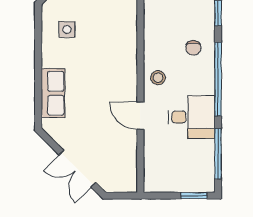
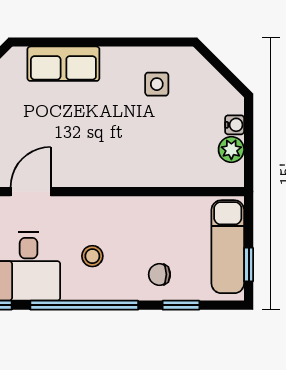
chair: (193, 48) -> (159, 274), moved
stool: (158, 78) -> (92, 256), moved

